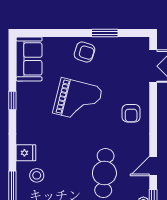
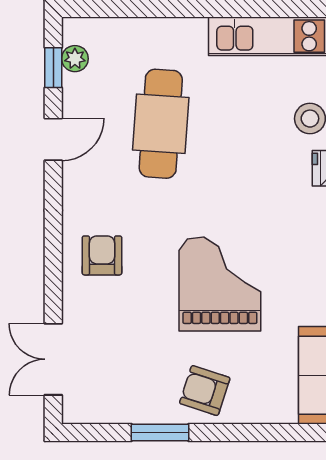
grand piano: (78, 100) -> (220, 284), turned 76

